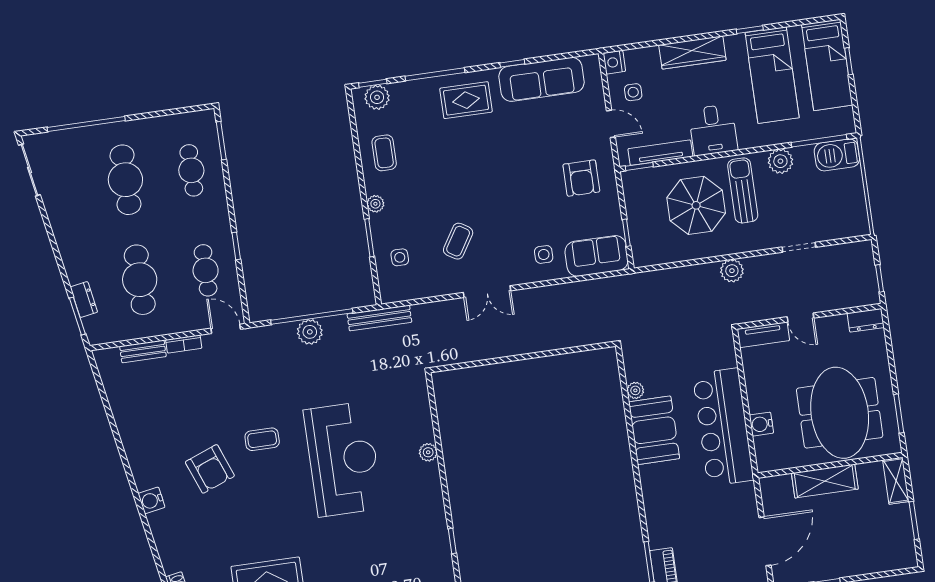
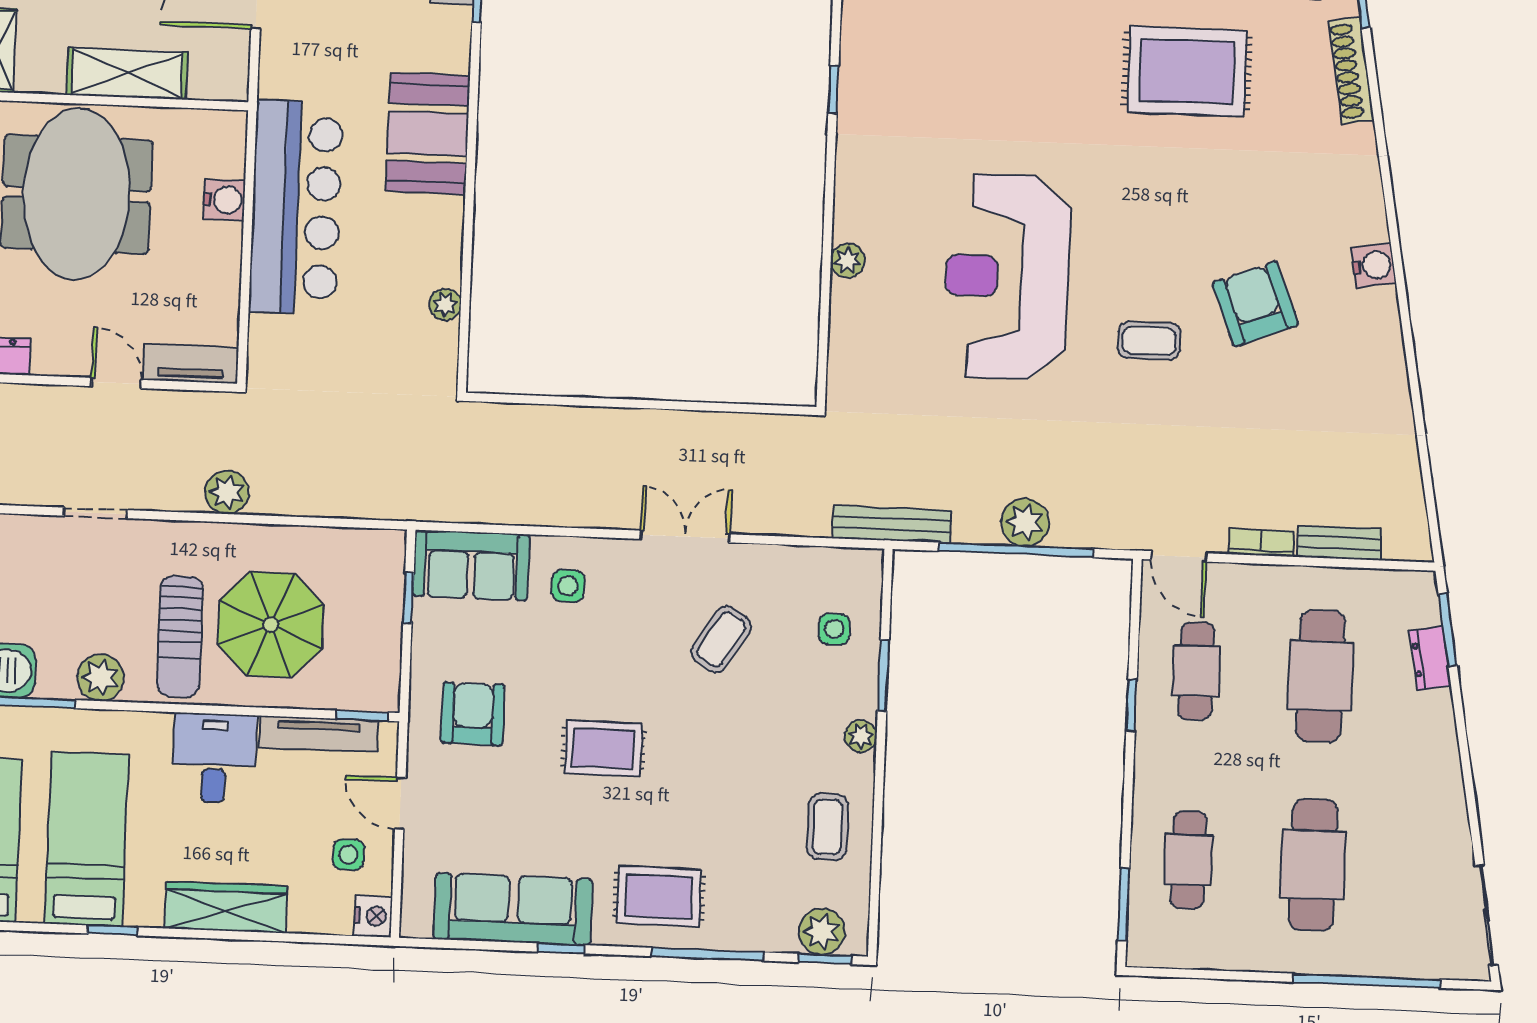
rug: (510, 172) -> (603, 748), added
booth: (654, 430) -> (428, 133), moved

